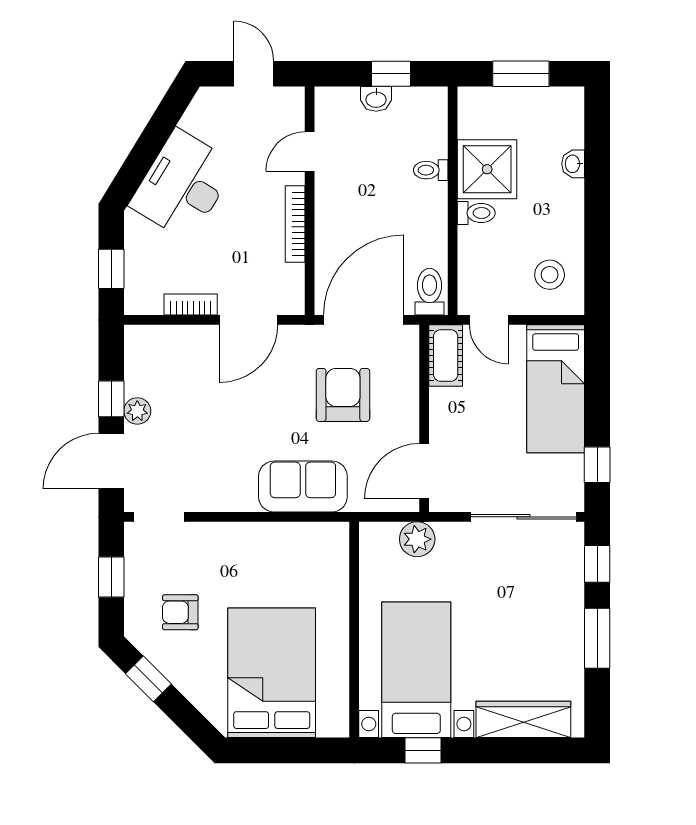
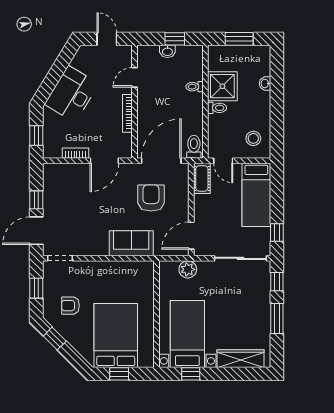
plant: (137, 411) -> (49, 206), removed
window: (279, 750) -> (119, 374), added

